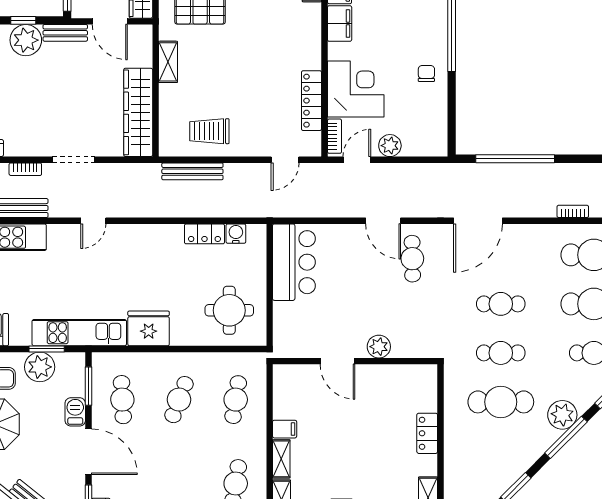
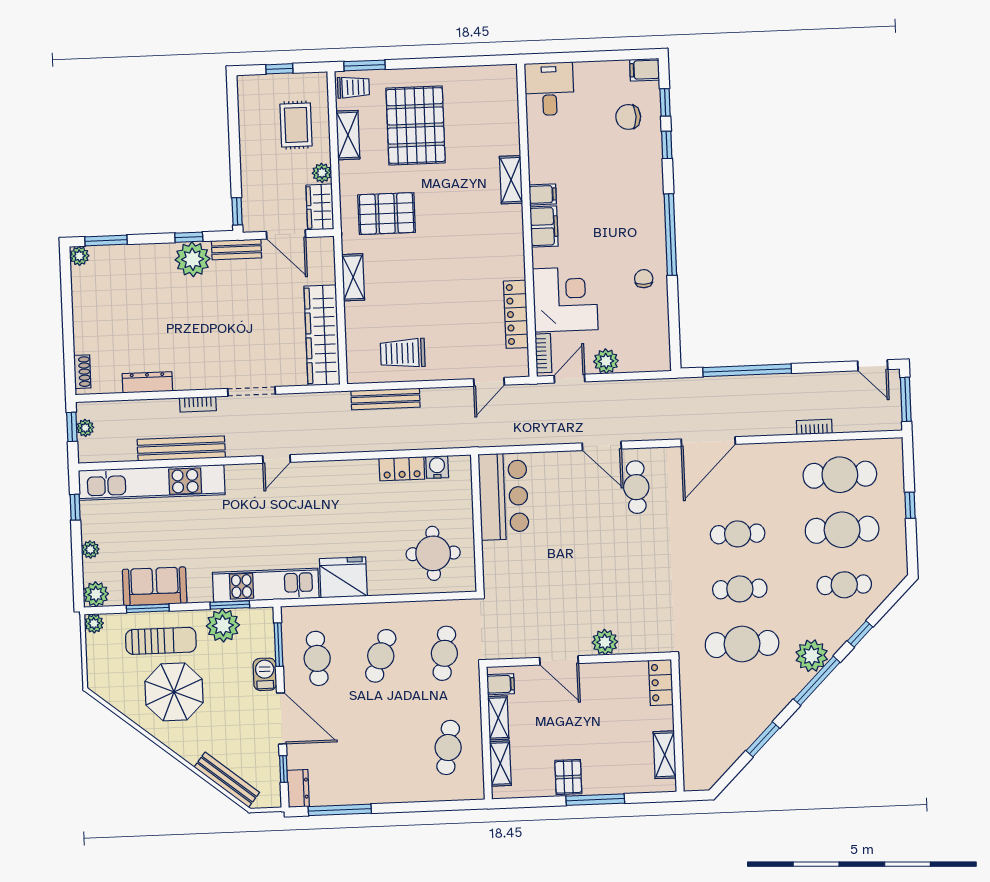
plant: (379, 347) -> (605, 642), moved
door: (337, 361) -> (559, 660), moved
wall: (355, 361) -> (579, 660), moved

